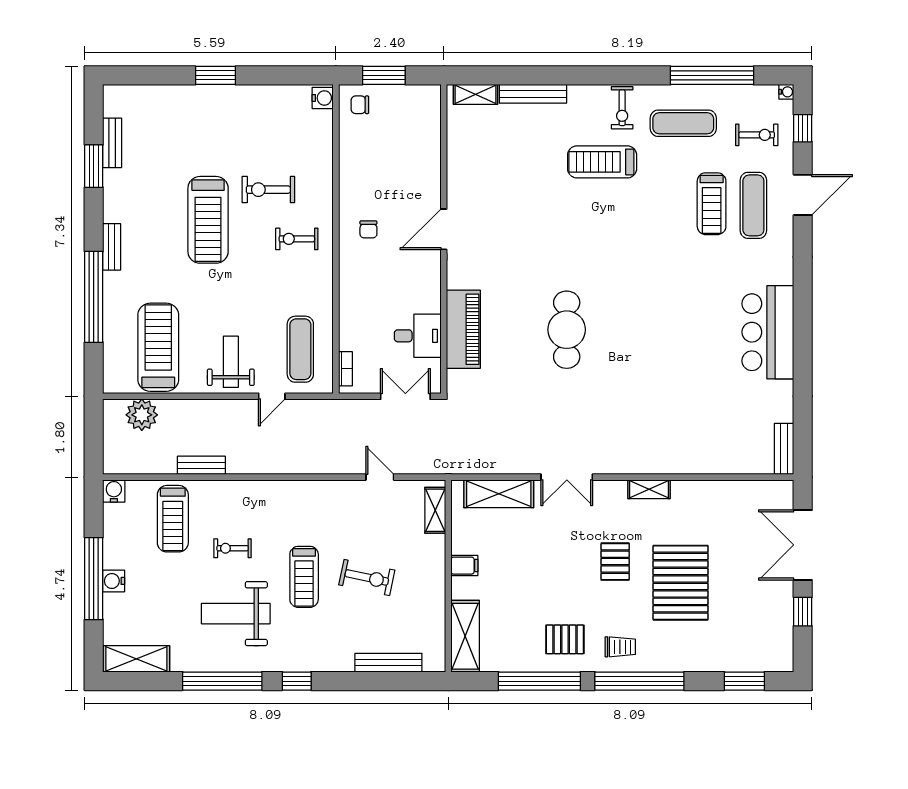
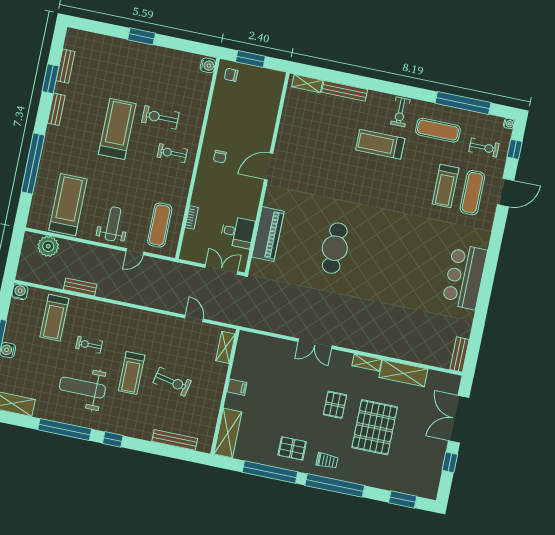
treadmill: (208, 220) -> (117, 129), turned 180
bench: (112, 247) -> (56, 109), moved
bookcase: (345, 369) -> (192, 217), moved
shelving: (499, 494) -> (403, 373), moved

